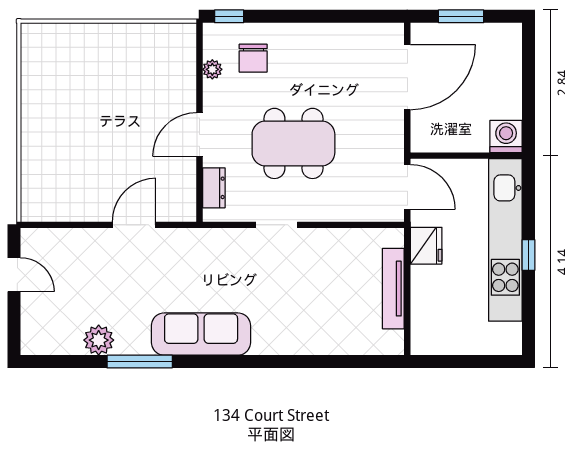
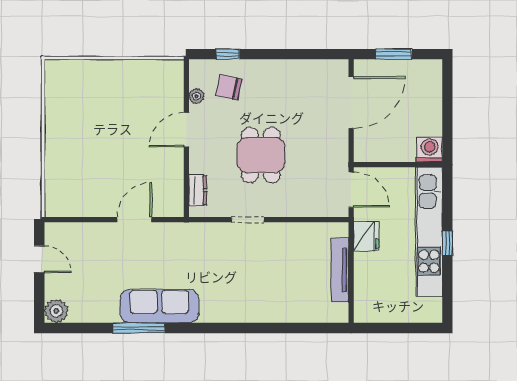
window: (229, 16) -> (228, 54), moved
chair: (253, 58) -> (229, 87), turned 102
door: (199, 134) -> (186, 130), moved
dining table: (293, 143) -> (261, 155), width x0.73
sofa: (201, 334) -> (159, 306), moved
plant: (99, 340) -> (56, 311), moved

